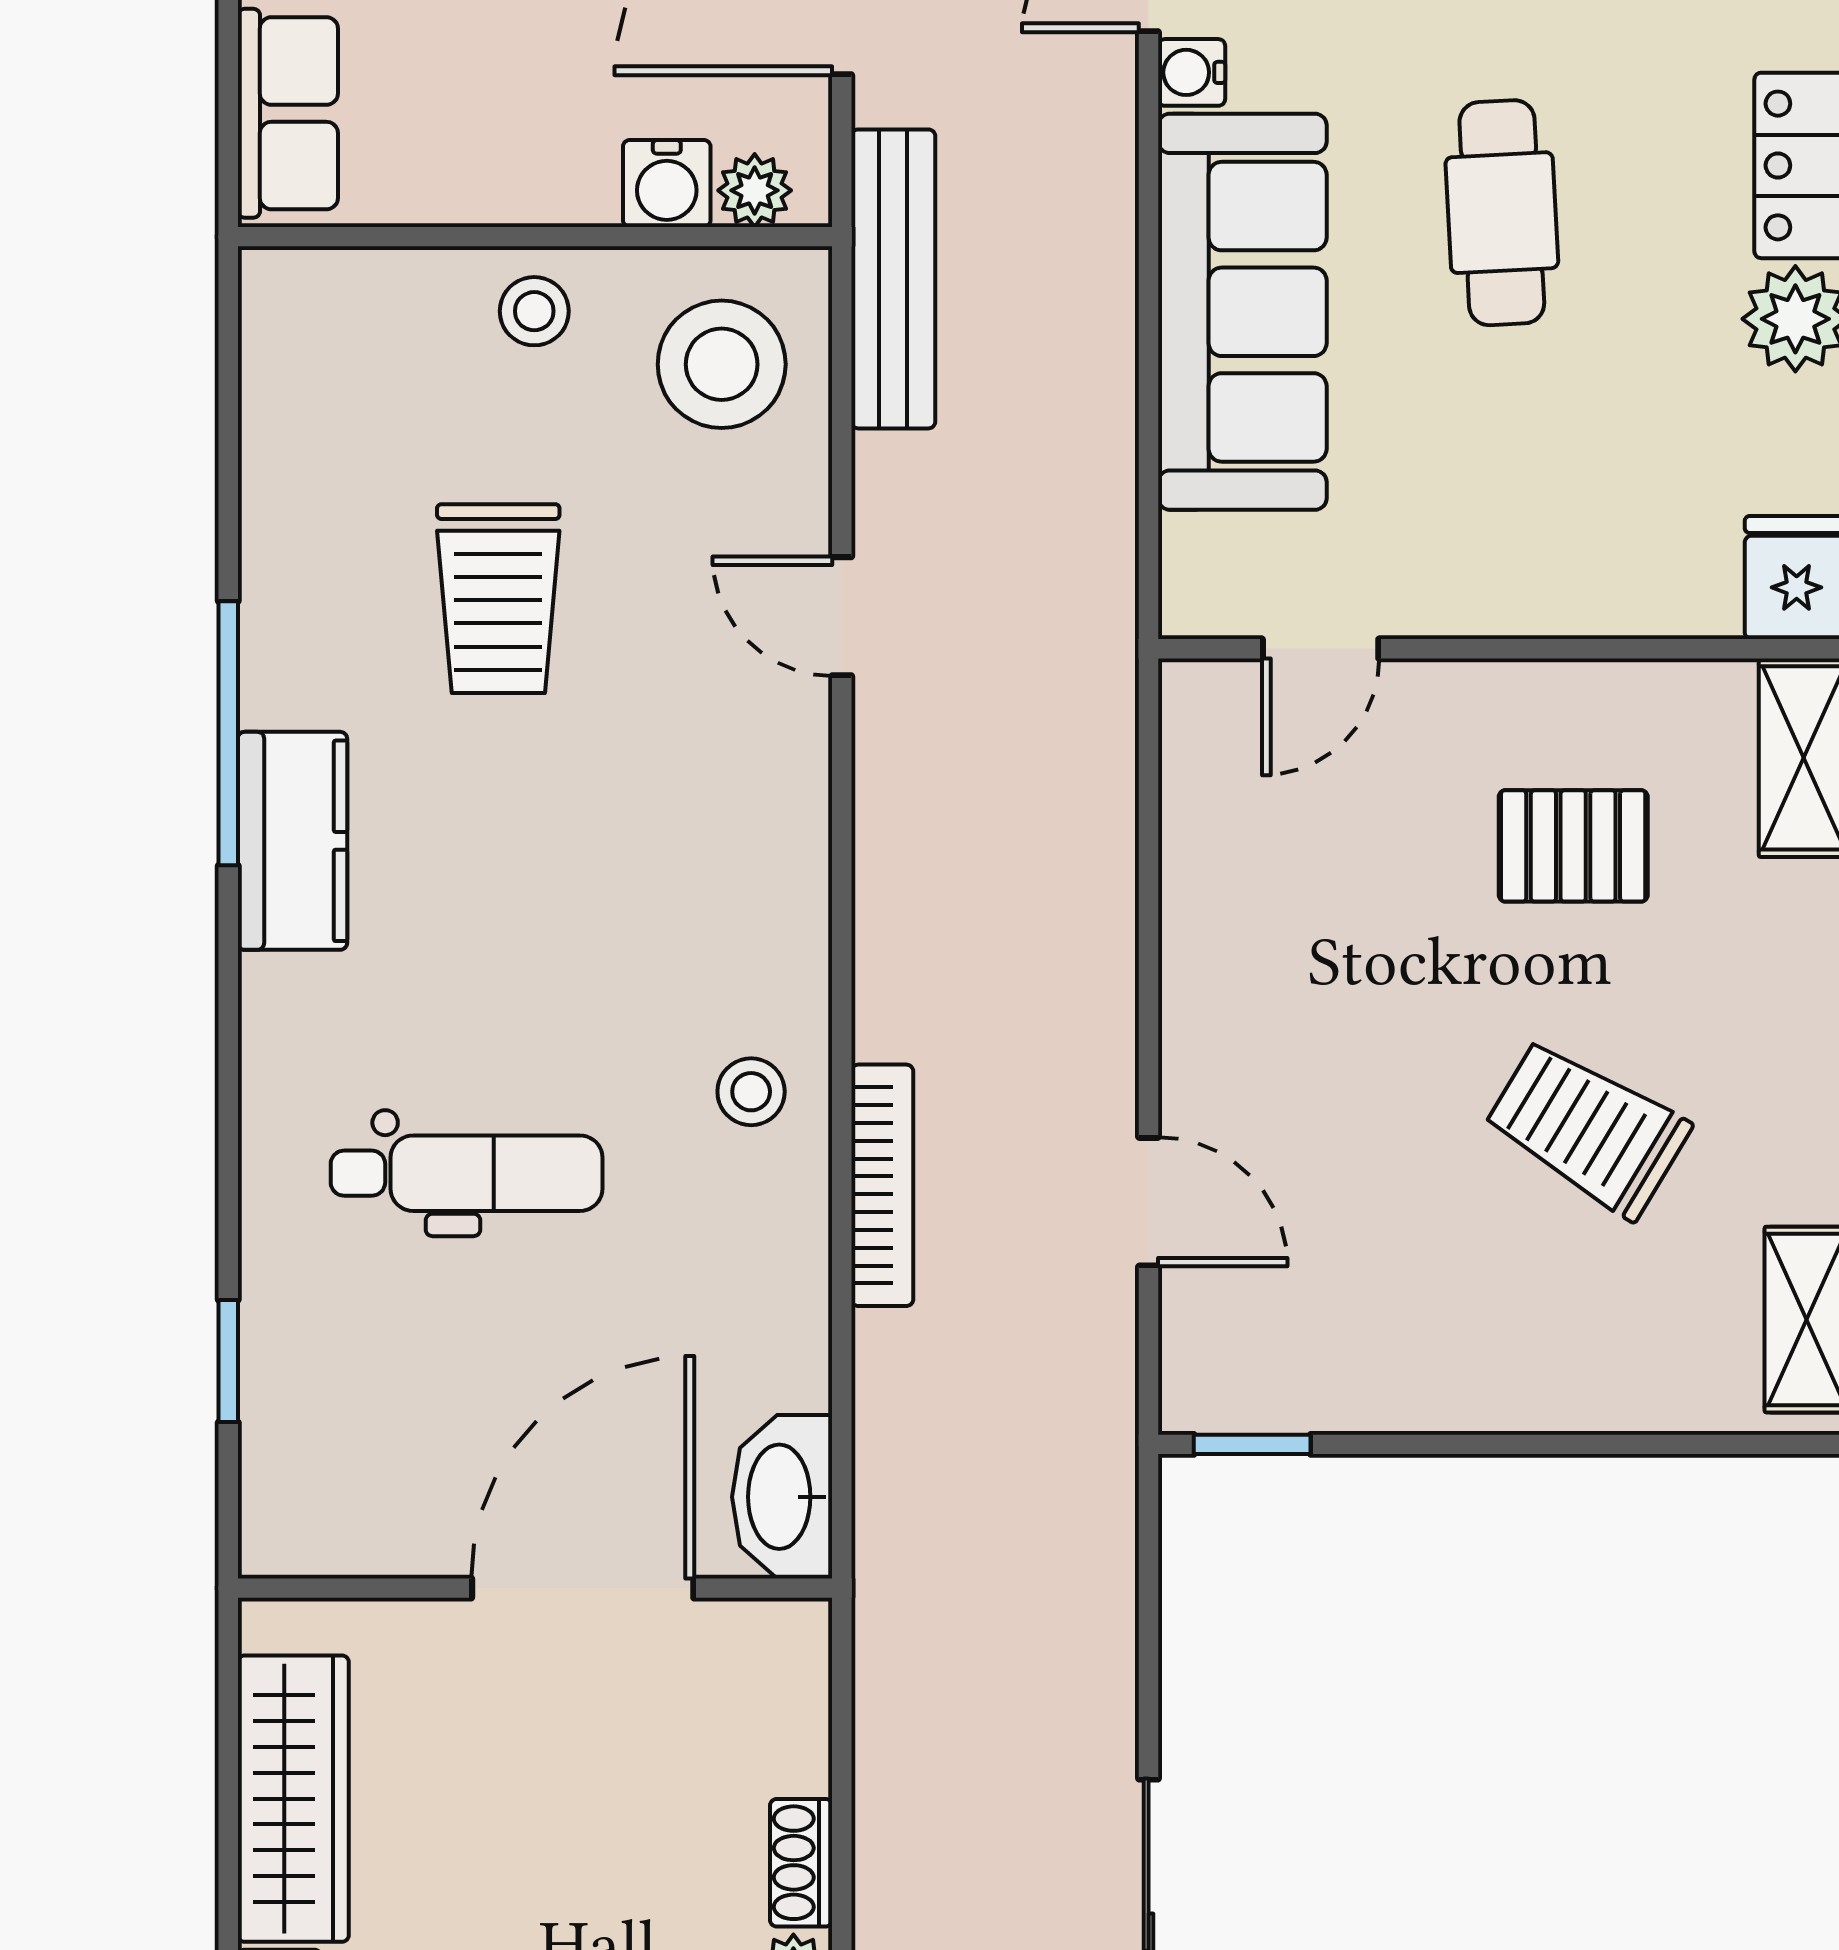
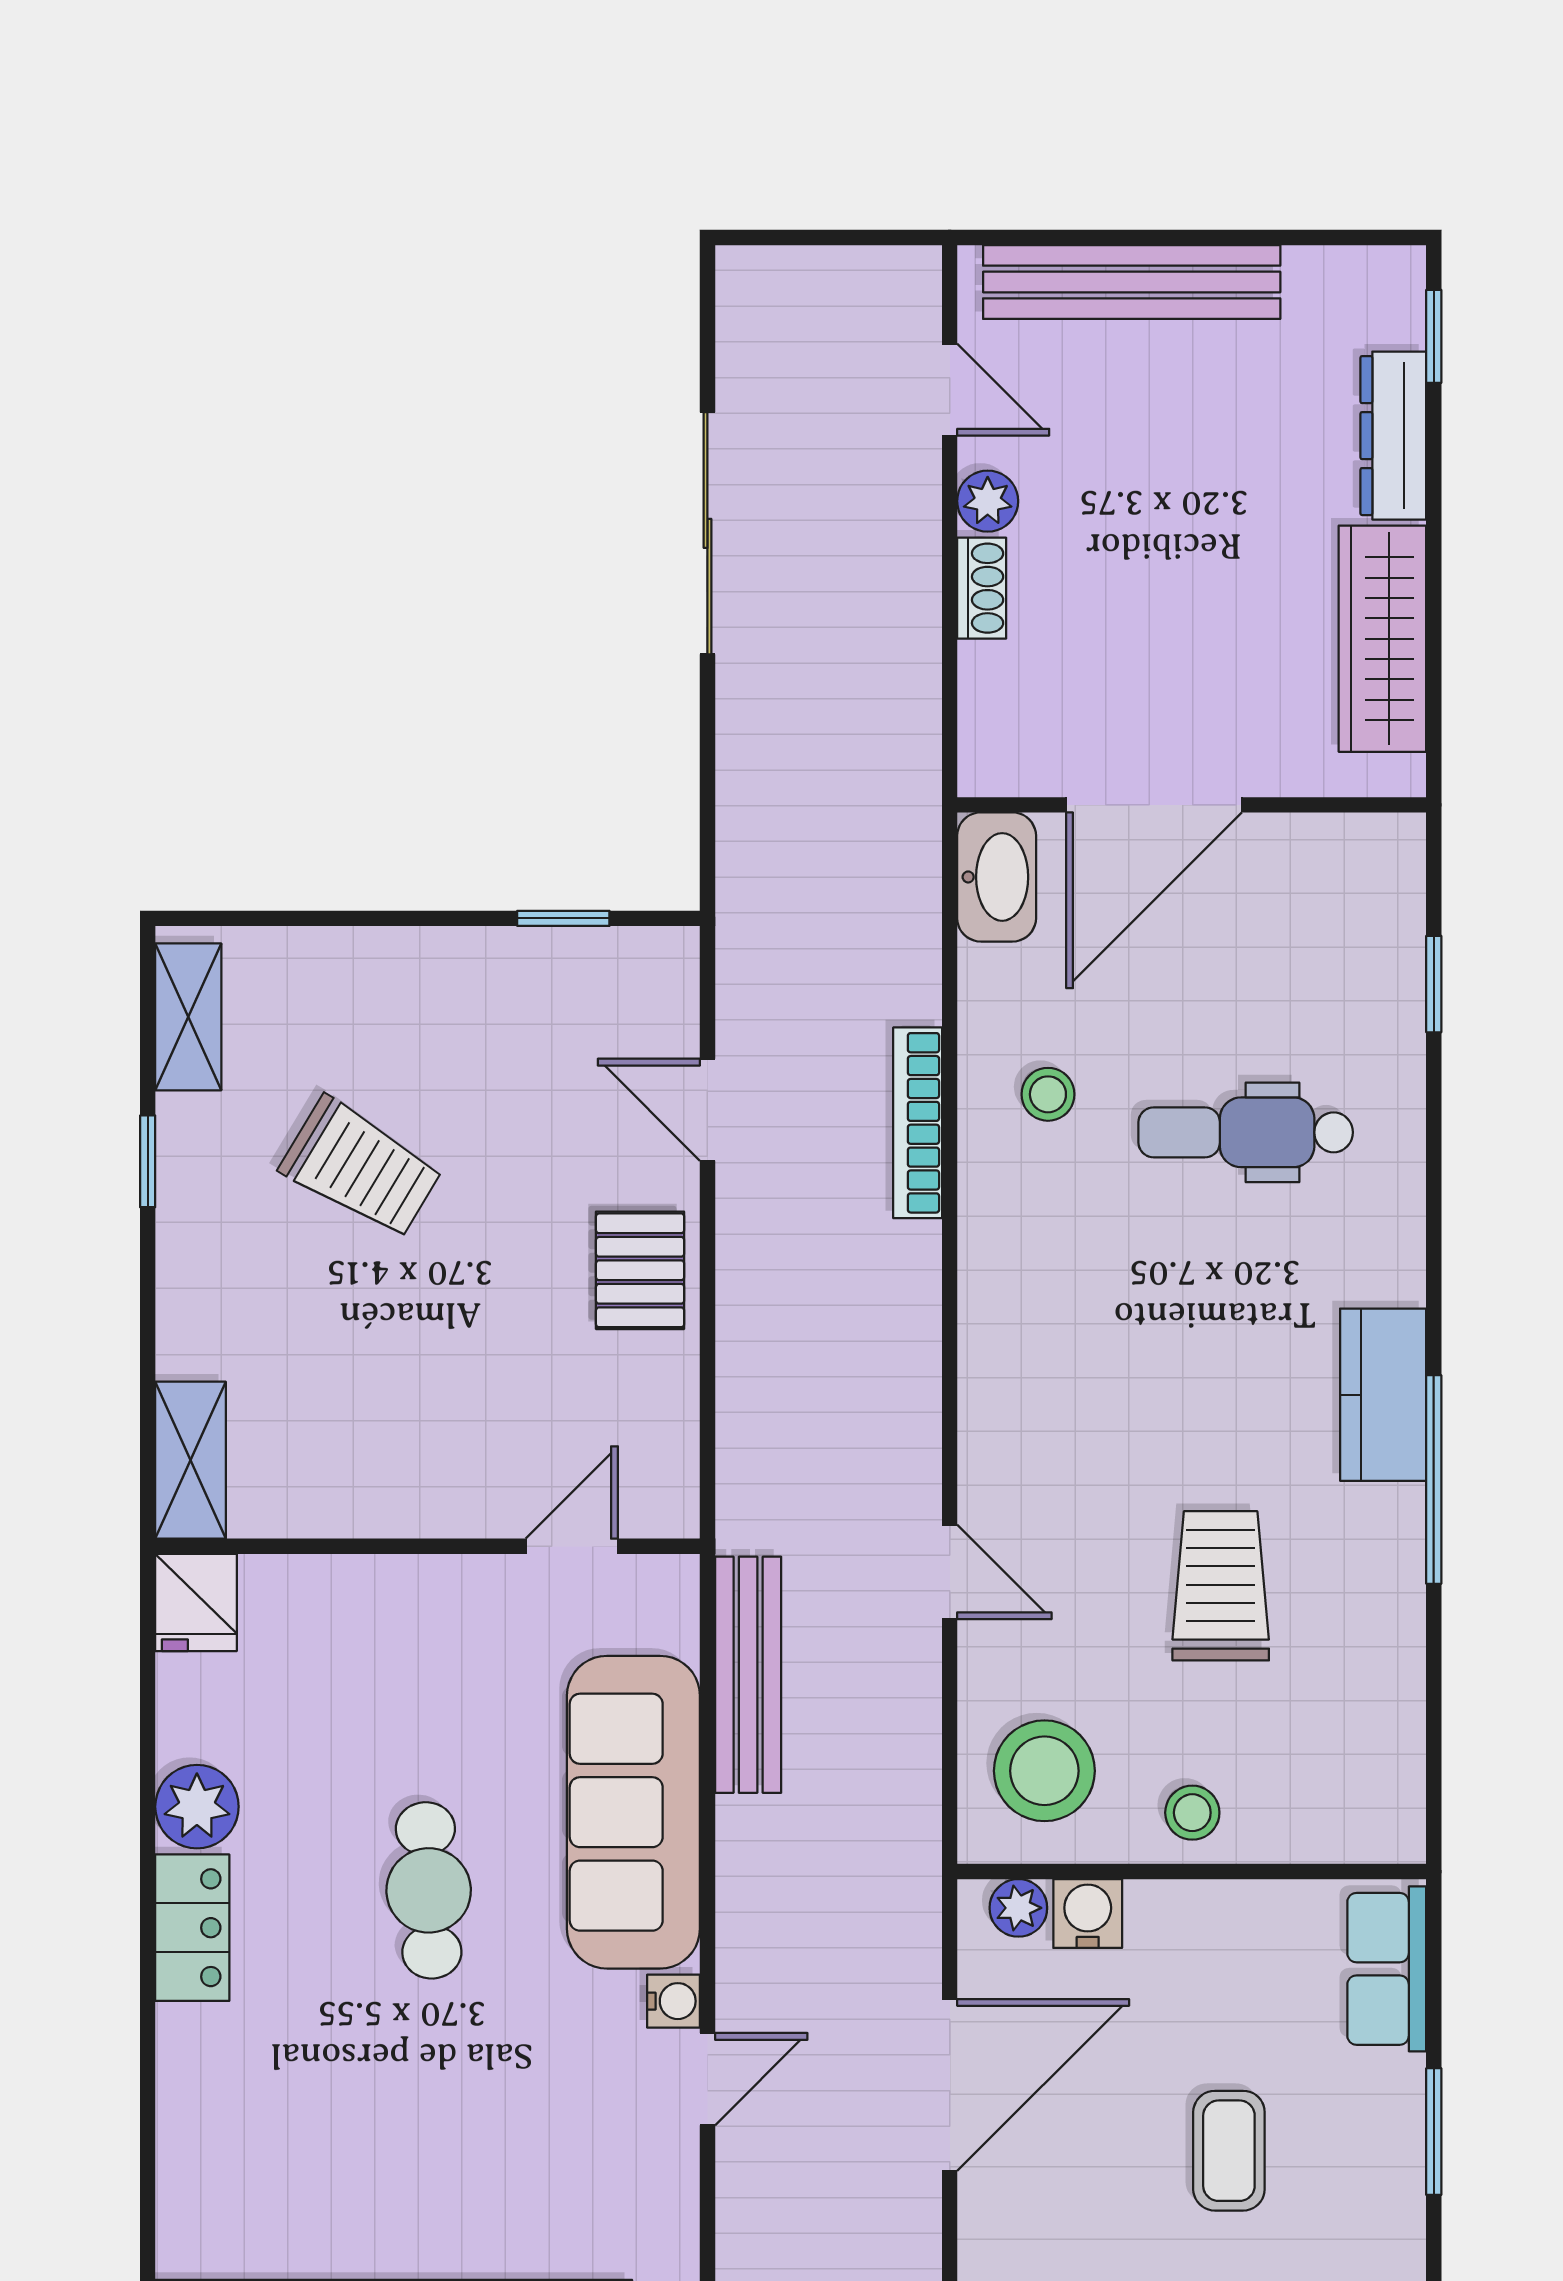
bench: (893, 279) -> (748, 1675), moved
pallet: (1573, 846) -> (640, 1270), moved, turned 90
stool: (751, 1092) -> (1048, 1094), moved
window: (1252, 1444) -> (563, 918), moved

